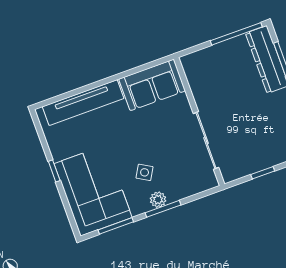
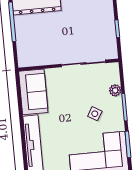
plant: (158, 200) -> (115, 90), moved

